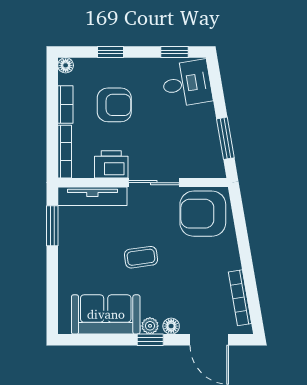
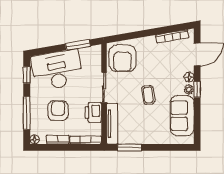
window: (110, 52) -> (27, 113), width x2.17
desk: (187, 83) -> (57, 70), width x1.87, depth x1.30

